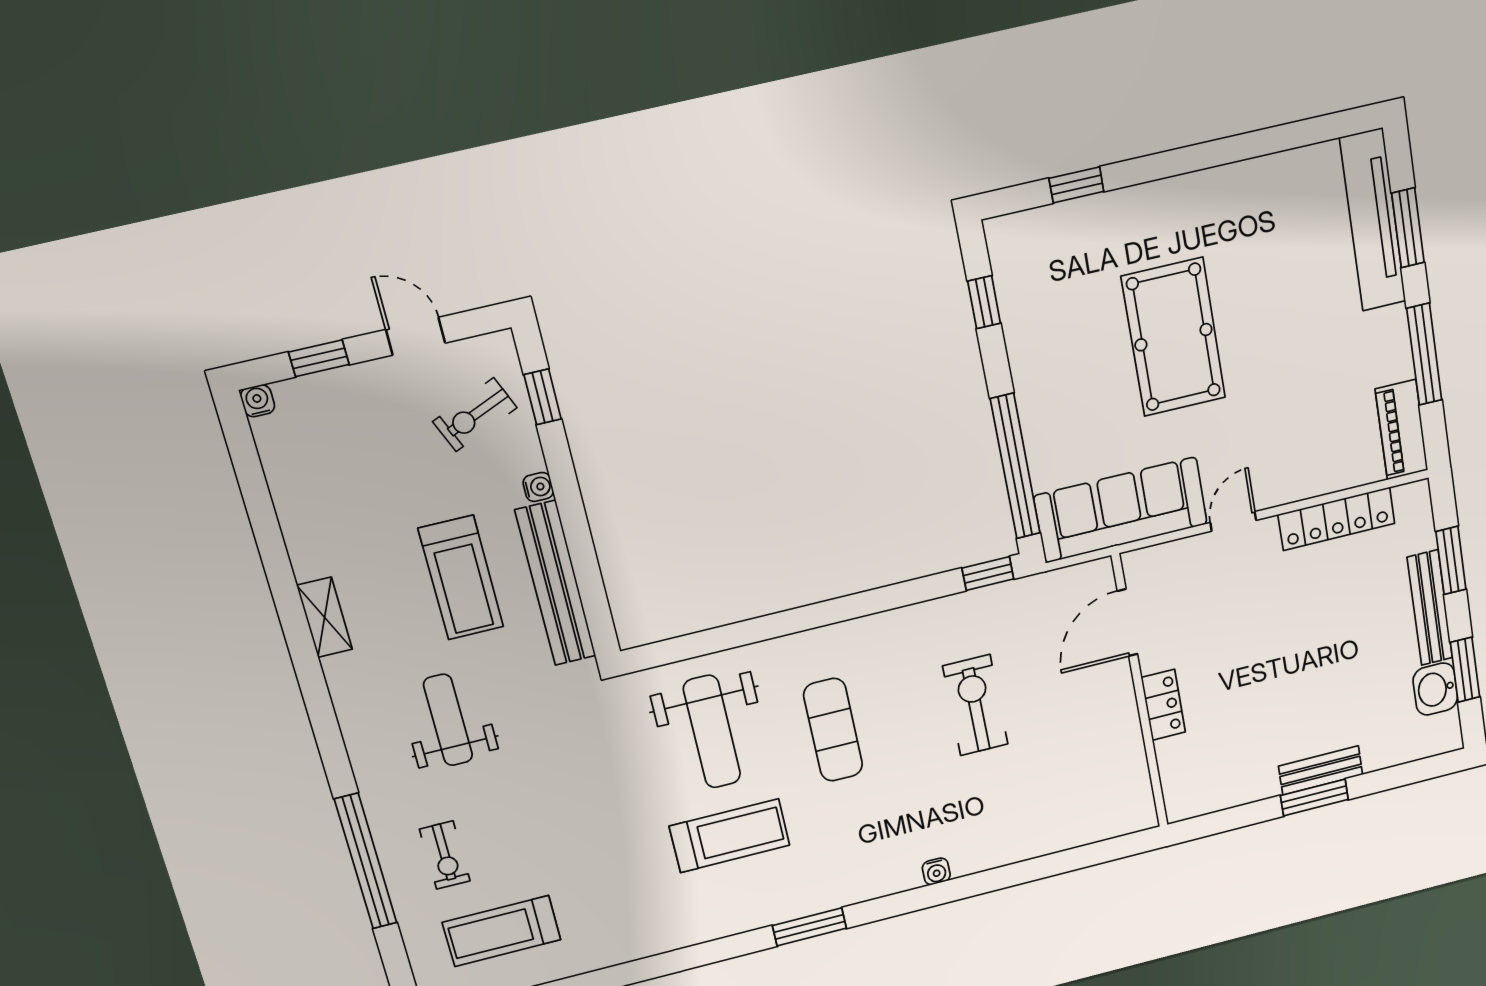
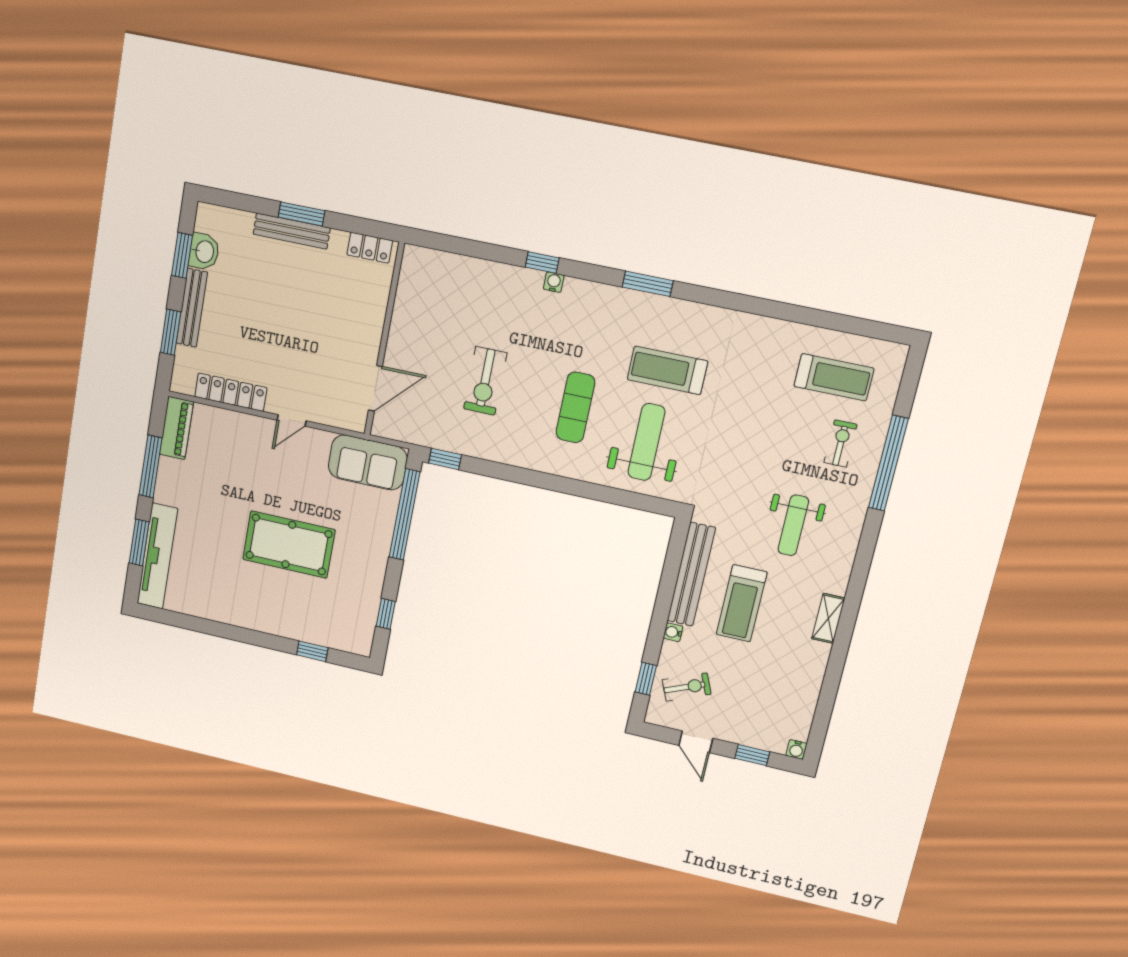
pool table: (1174, 337) -> (289, 545), turned 90
sofa: (1121, 510) -> (368, 462), width x0.73
treadmill: (461, 578) -> (742, 603), turned 180
locker: (1163, 705) -> (370, 248), moved, turned -90
bench: (1321, 770) -> (292, 231), width x1.36
window: (963, 888) -> (542, 262), added

